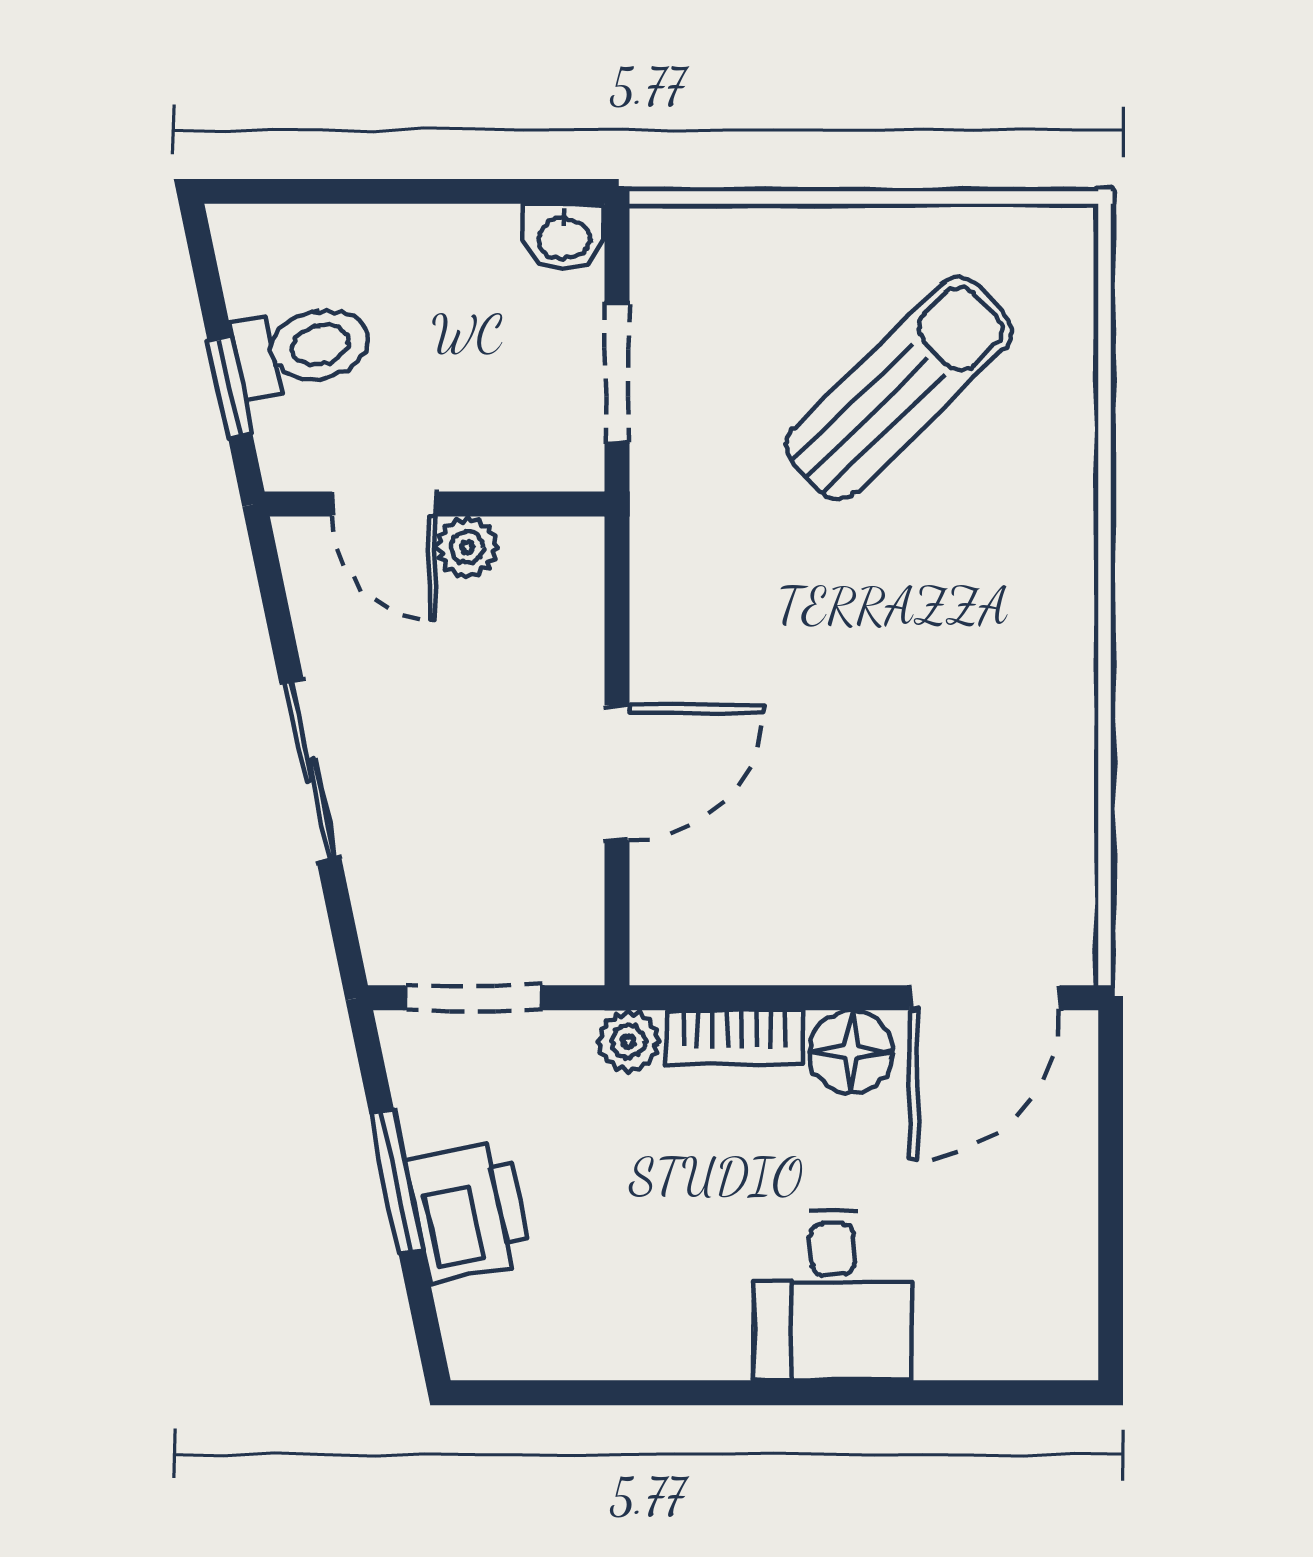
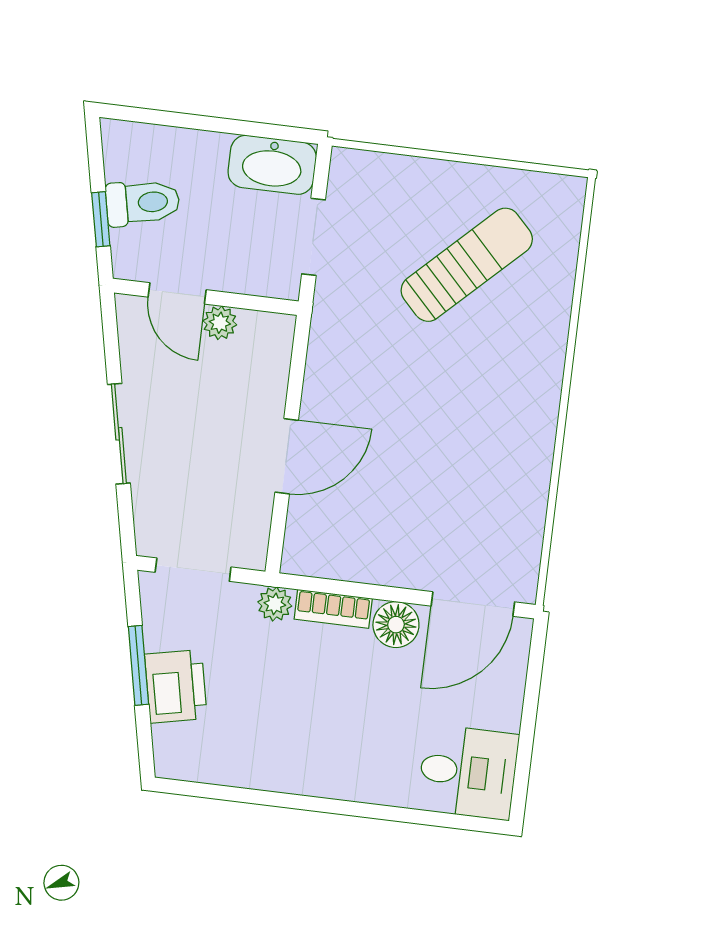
washbasin: (564, 237) -> (272, 165), width x1.91, depth x1.45
desk: (833, 1295) -> (468, 772), moved, turned -90

